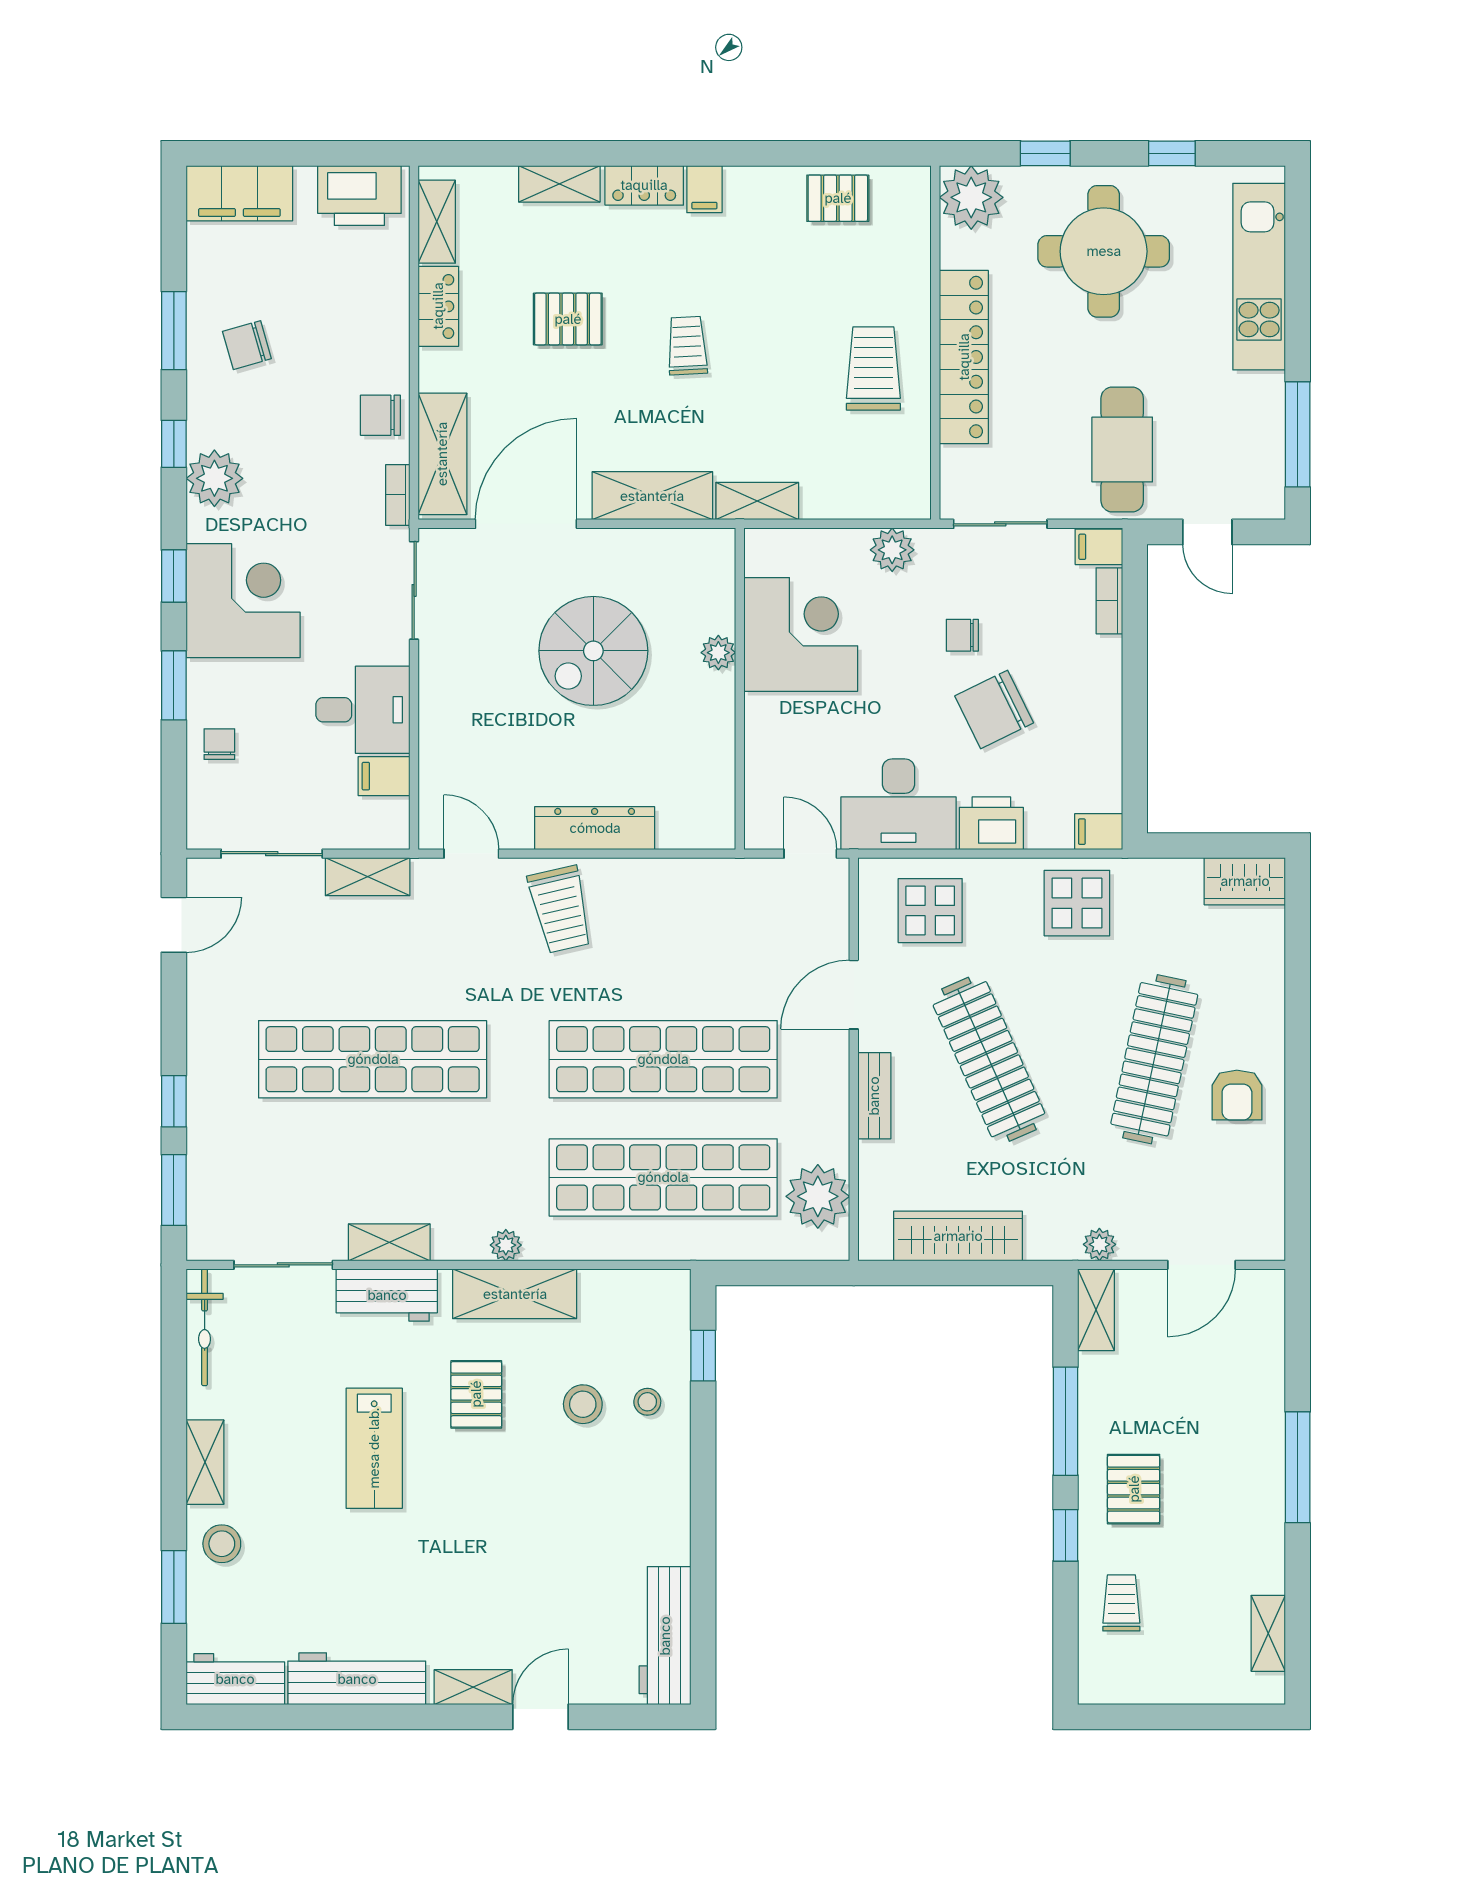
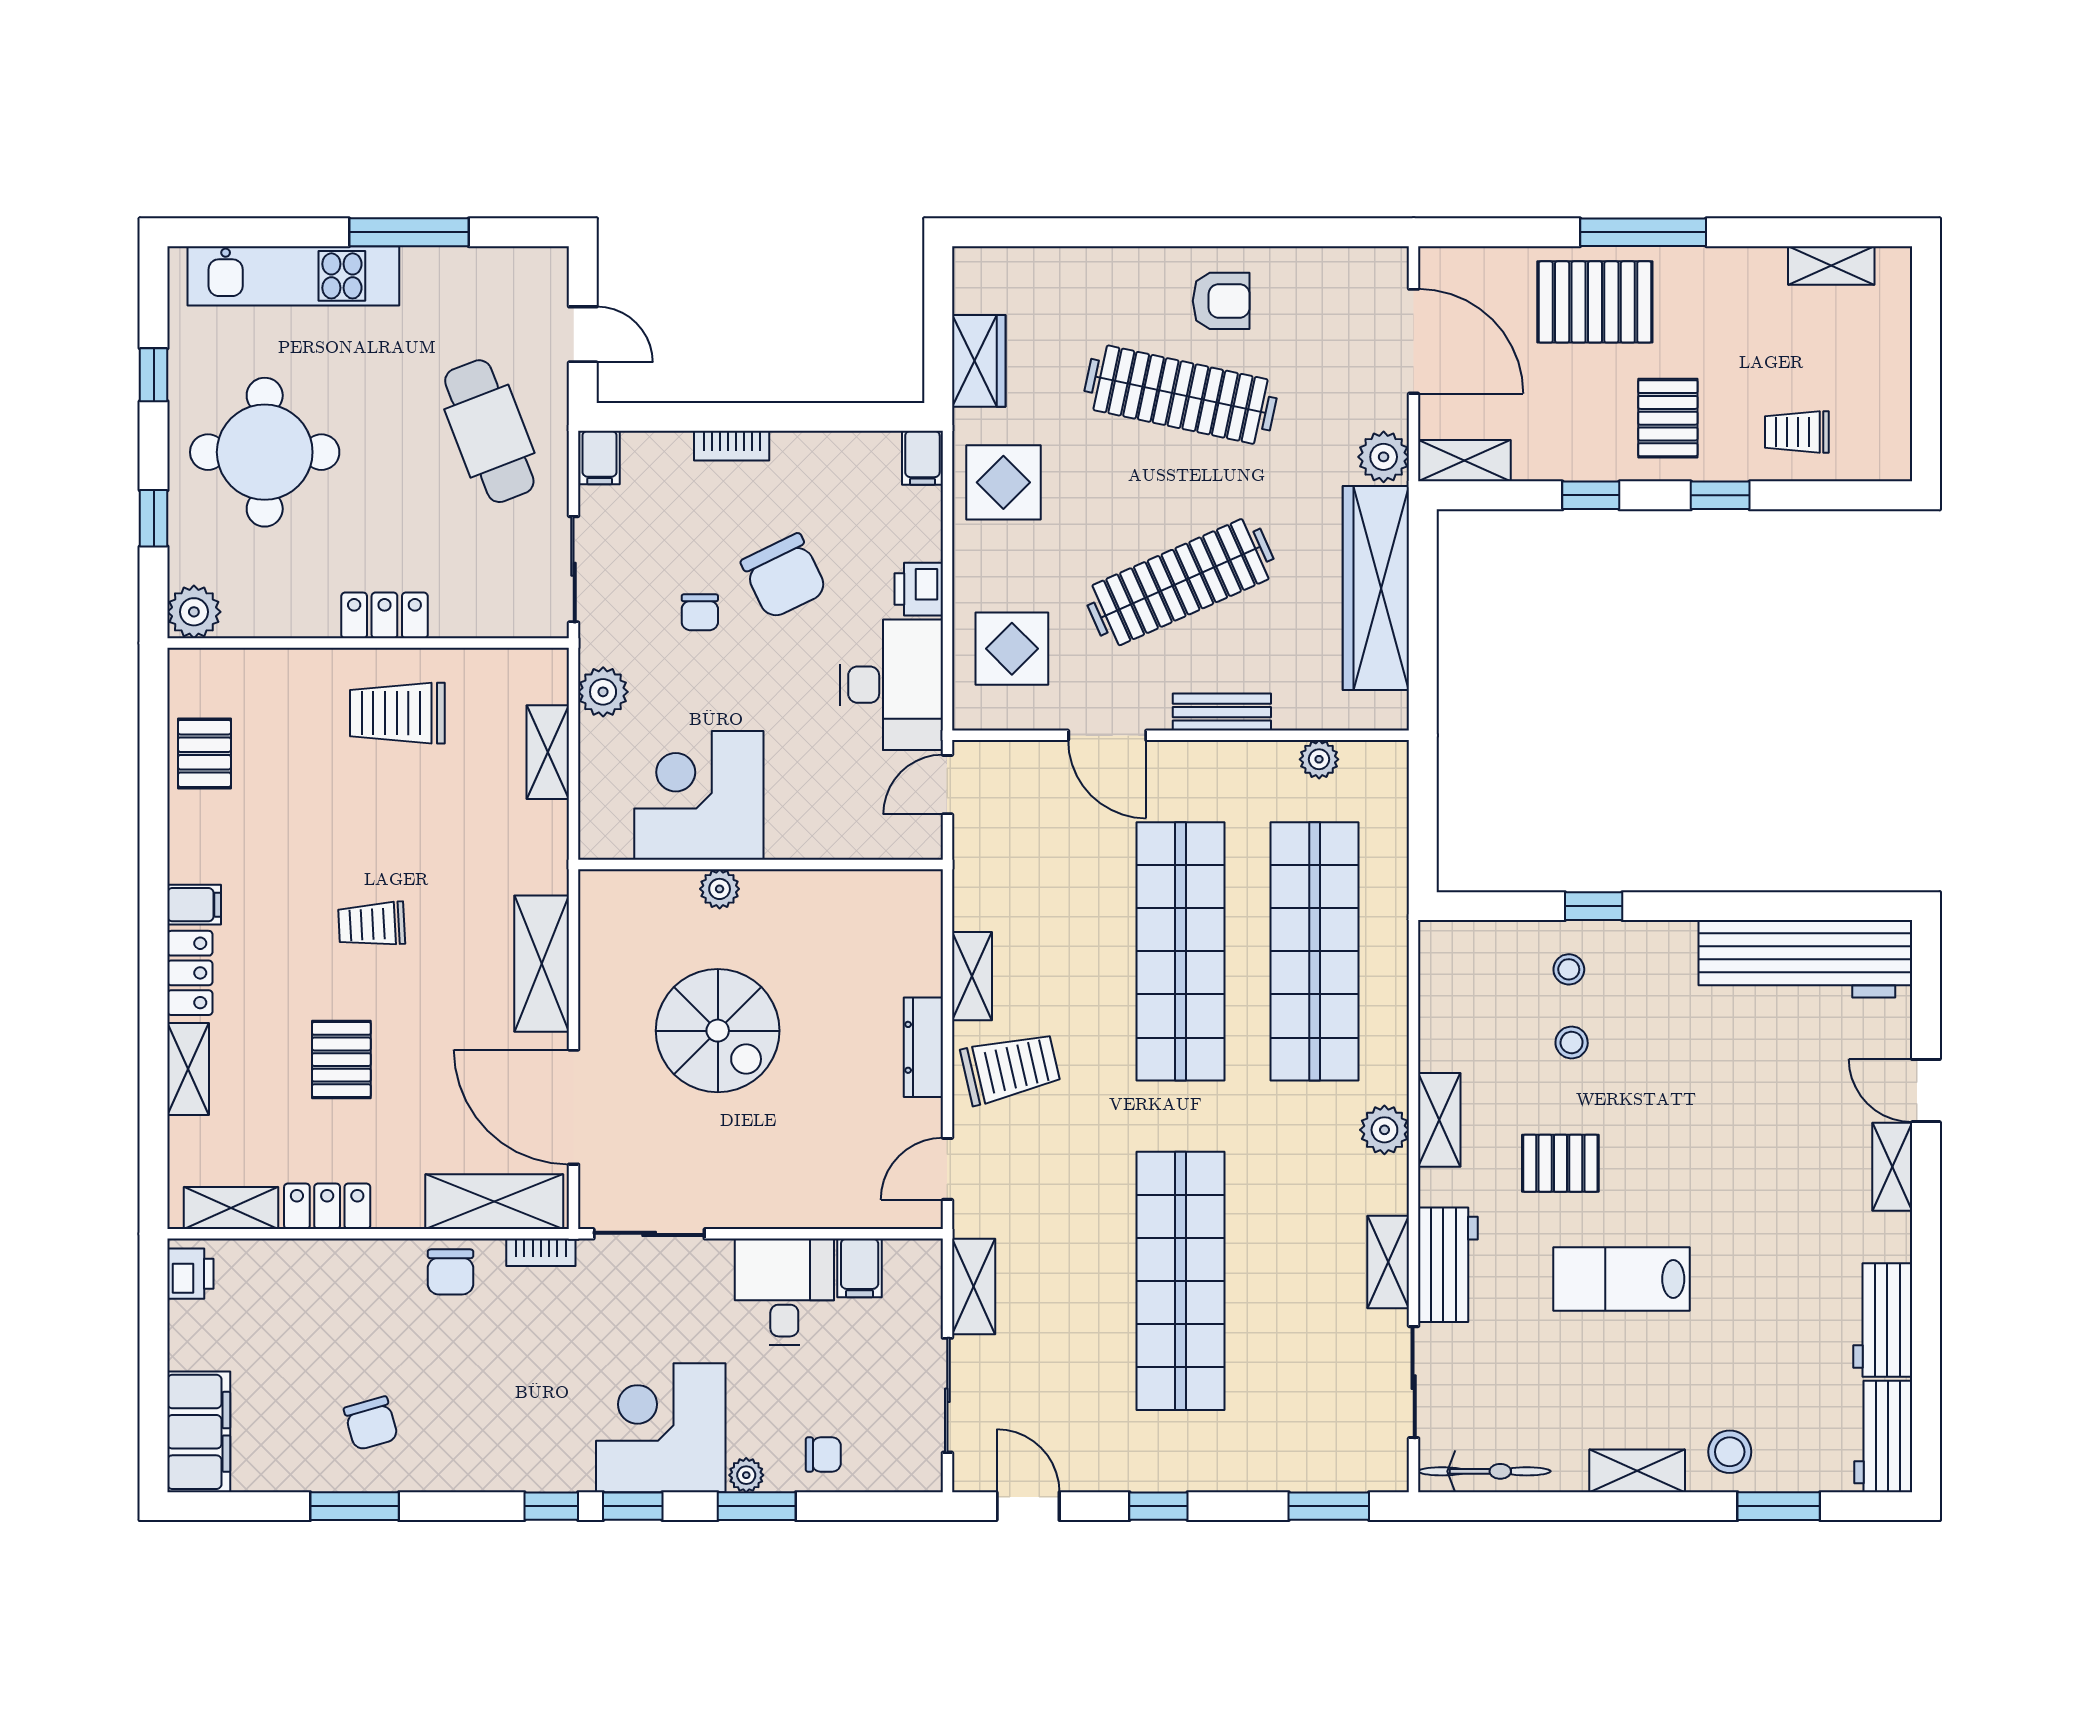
printer: (359, 195) -> (190, 1274), width x0.53, depth x0.68
plant: (971, 197) -> (194, 612), width x0.73, depth x0.73
locker: (964, 357) -> (384, 615), width x0.46, depth x0.83
window: (1298, 434) -> (409, 232), moved
window: (174, 444) -> (551, 1506), moved
cafe table: (1122, 450) -> (489, 431), turned 69
plant: (214, 478) -> (746, 1475), moved, width x0.53, depth x0.53
shelving: (757, 501) -> (548, 752), moved
door: (1207, 532) -> (583, 334), hinge flipped
bookcase: (1109, 601) -> (732, 446), moved
chair: (219, 744) -> (823, 1454), turned 180
printer: (991, 823) -> (919, 589), width x0.73, depth x0.81
dresser: (595, 828) -> (923, 1047), width x0.73, depth x0.80
shelving: (641, 875) -> (972, 976), added
wardrobe: (1245, 881) -> (979, 361), moved
window: (174, 1101) -> (1158, 1506), moved
plant: (818, 1196) -> (1319, 759), width x0.53, depth x0.53
wardrobe: (958, 1236) -> (1376, 588), width x1.40, depth x1.17
plant: (1099, 1244) -> (1384, 457), width x1.38, depth x1.38
plant: (506, 1245) -> (1384, 1130), width x1.38, depth x1.38
door: (1201, 1265) -> (1414, 341), width x1.36
shelving: (515, 1294) -> (1439, 1120), width x0.67, depth x0.75
window: (703, 1356) -> (1594, 906), moved
stool: (583, 1404) -> (1572, 1043), width x0.73, depth x0.73
window: (1066, 1421) -> (1591, 495), width x0.46
pallet: (1236, 1425) -> (1595, 302), added
lab bench: (374, 1448) -> (1621, 1279), turned 180
pallet: (1134, 1489) -> (1668, 418), turned 90
workbench: (665, 1636) -> (1805, 959), width x1.36, depth x1.32
workbench: (357, 1679) -> (1883, 1320), width x0.73

